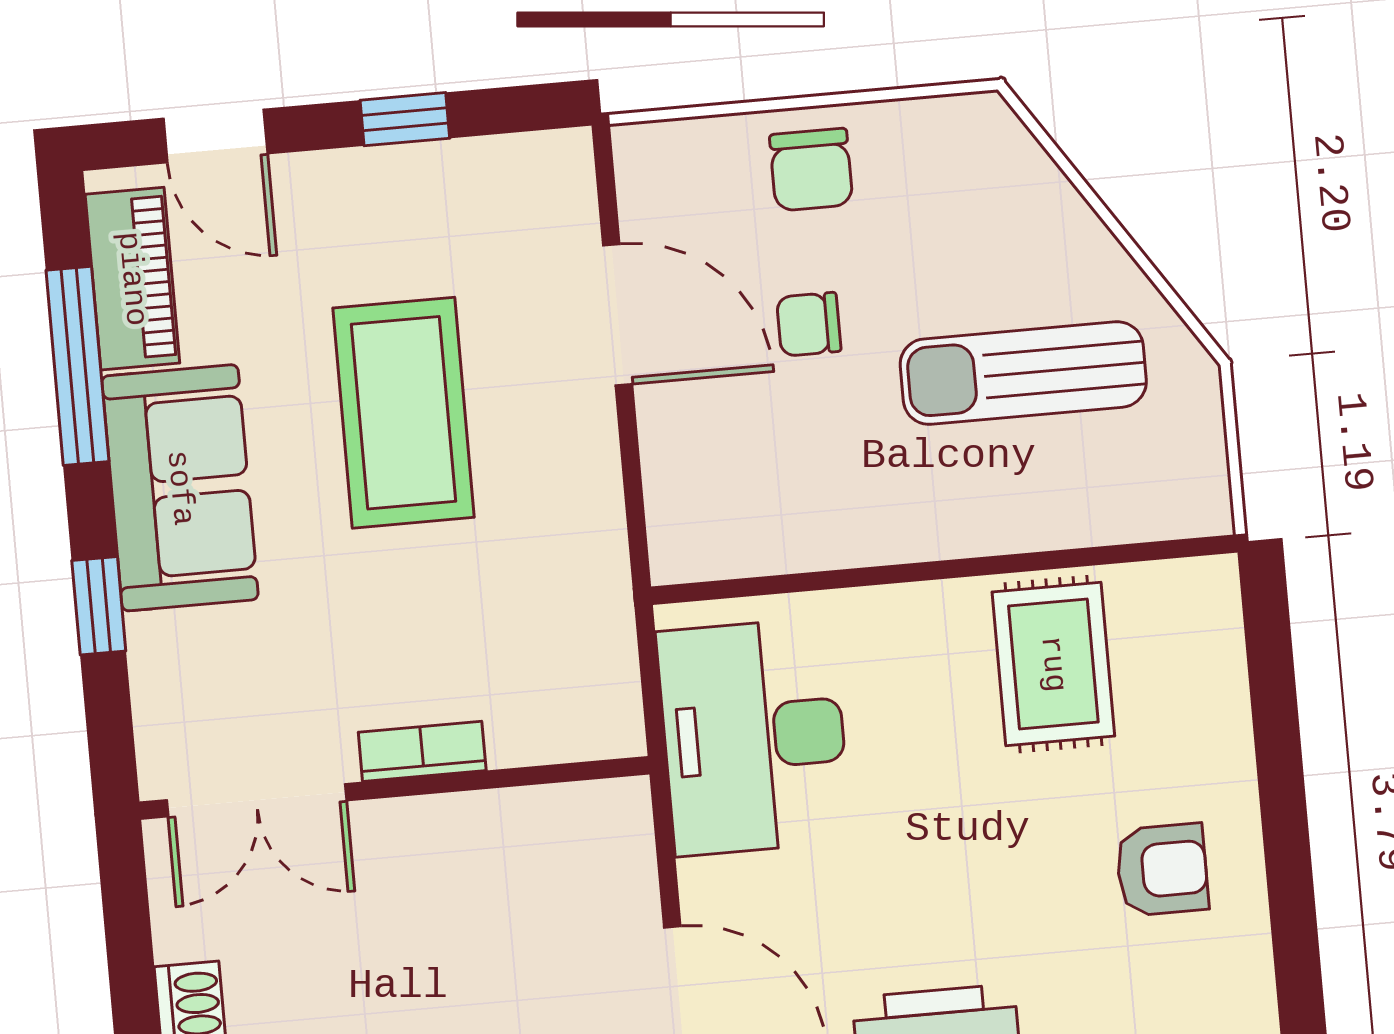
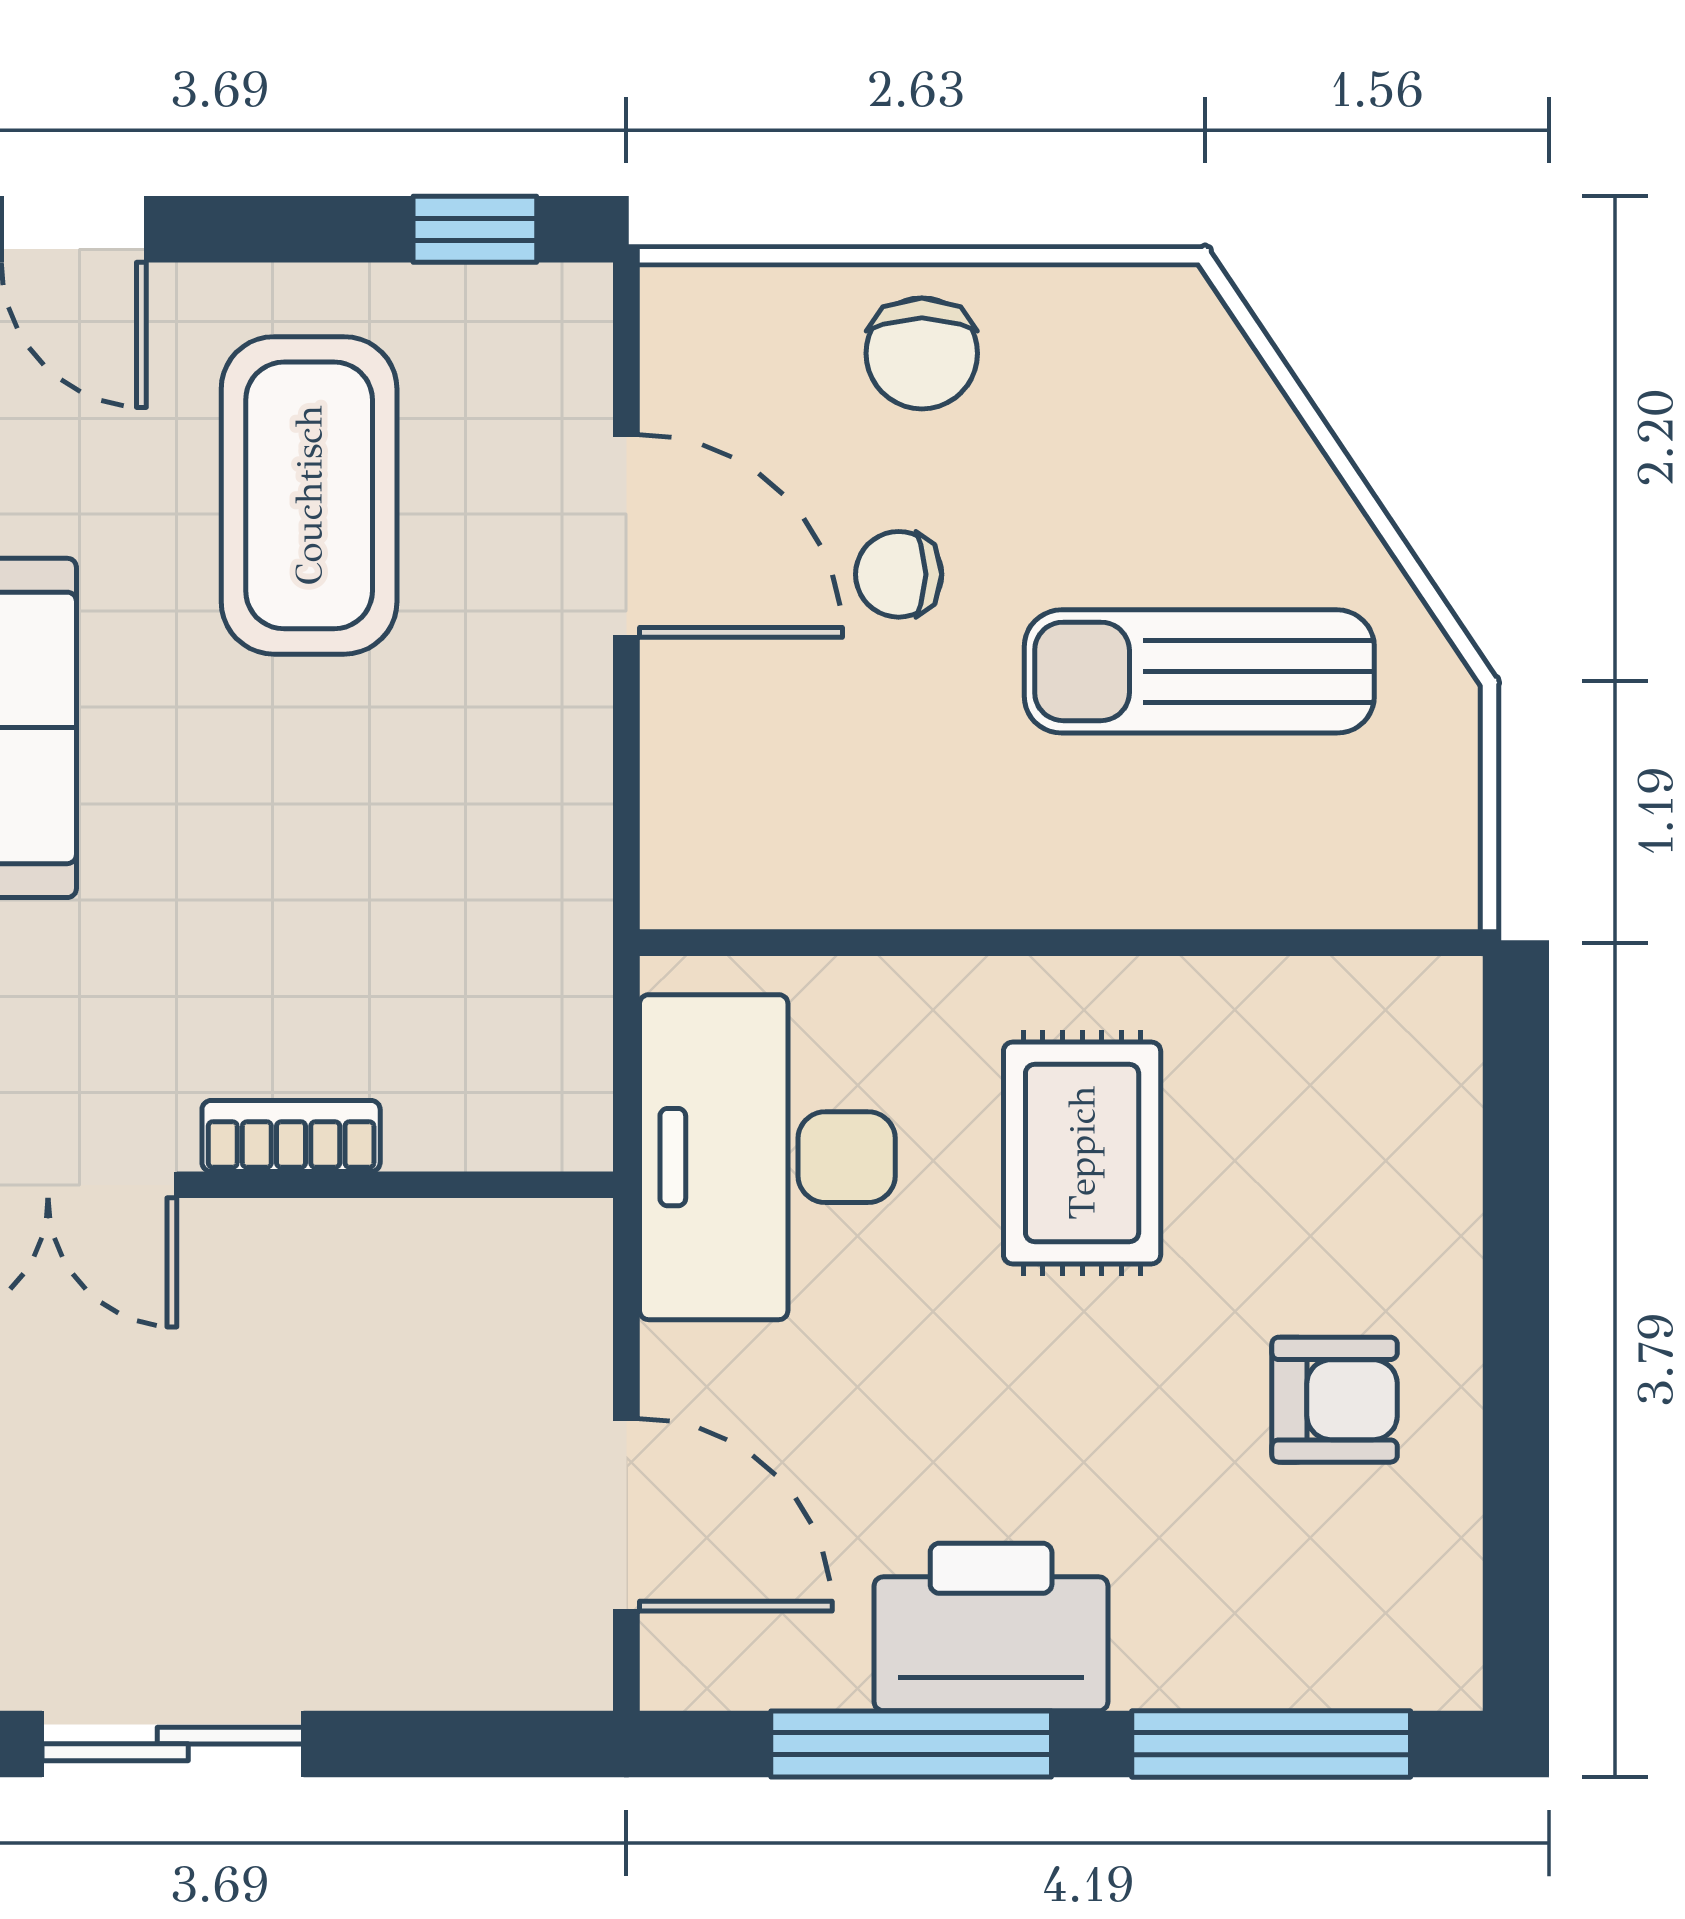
window: (405, 119) -> (475, 229), moved
coffee table: (403, 413) -> (309, 495), moved
rug: (1053, 664) -> (1082, 1153), moved

